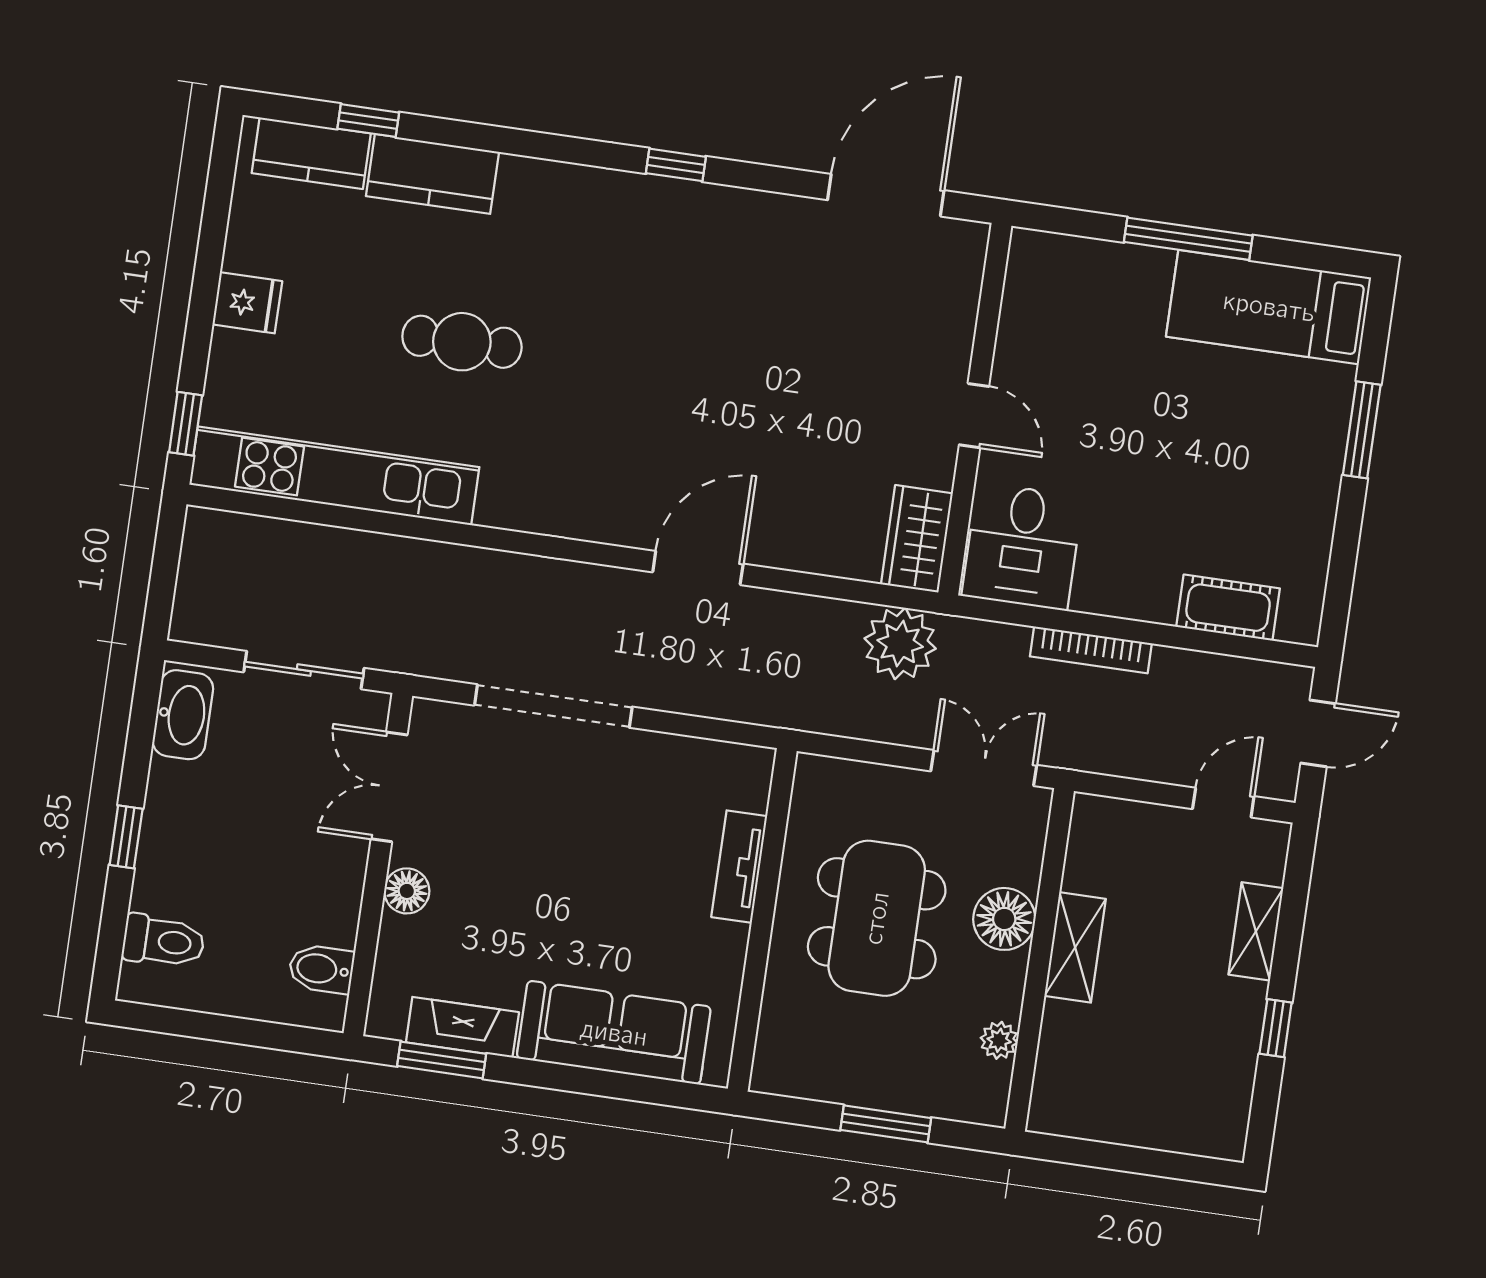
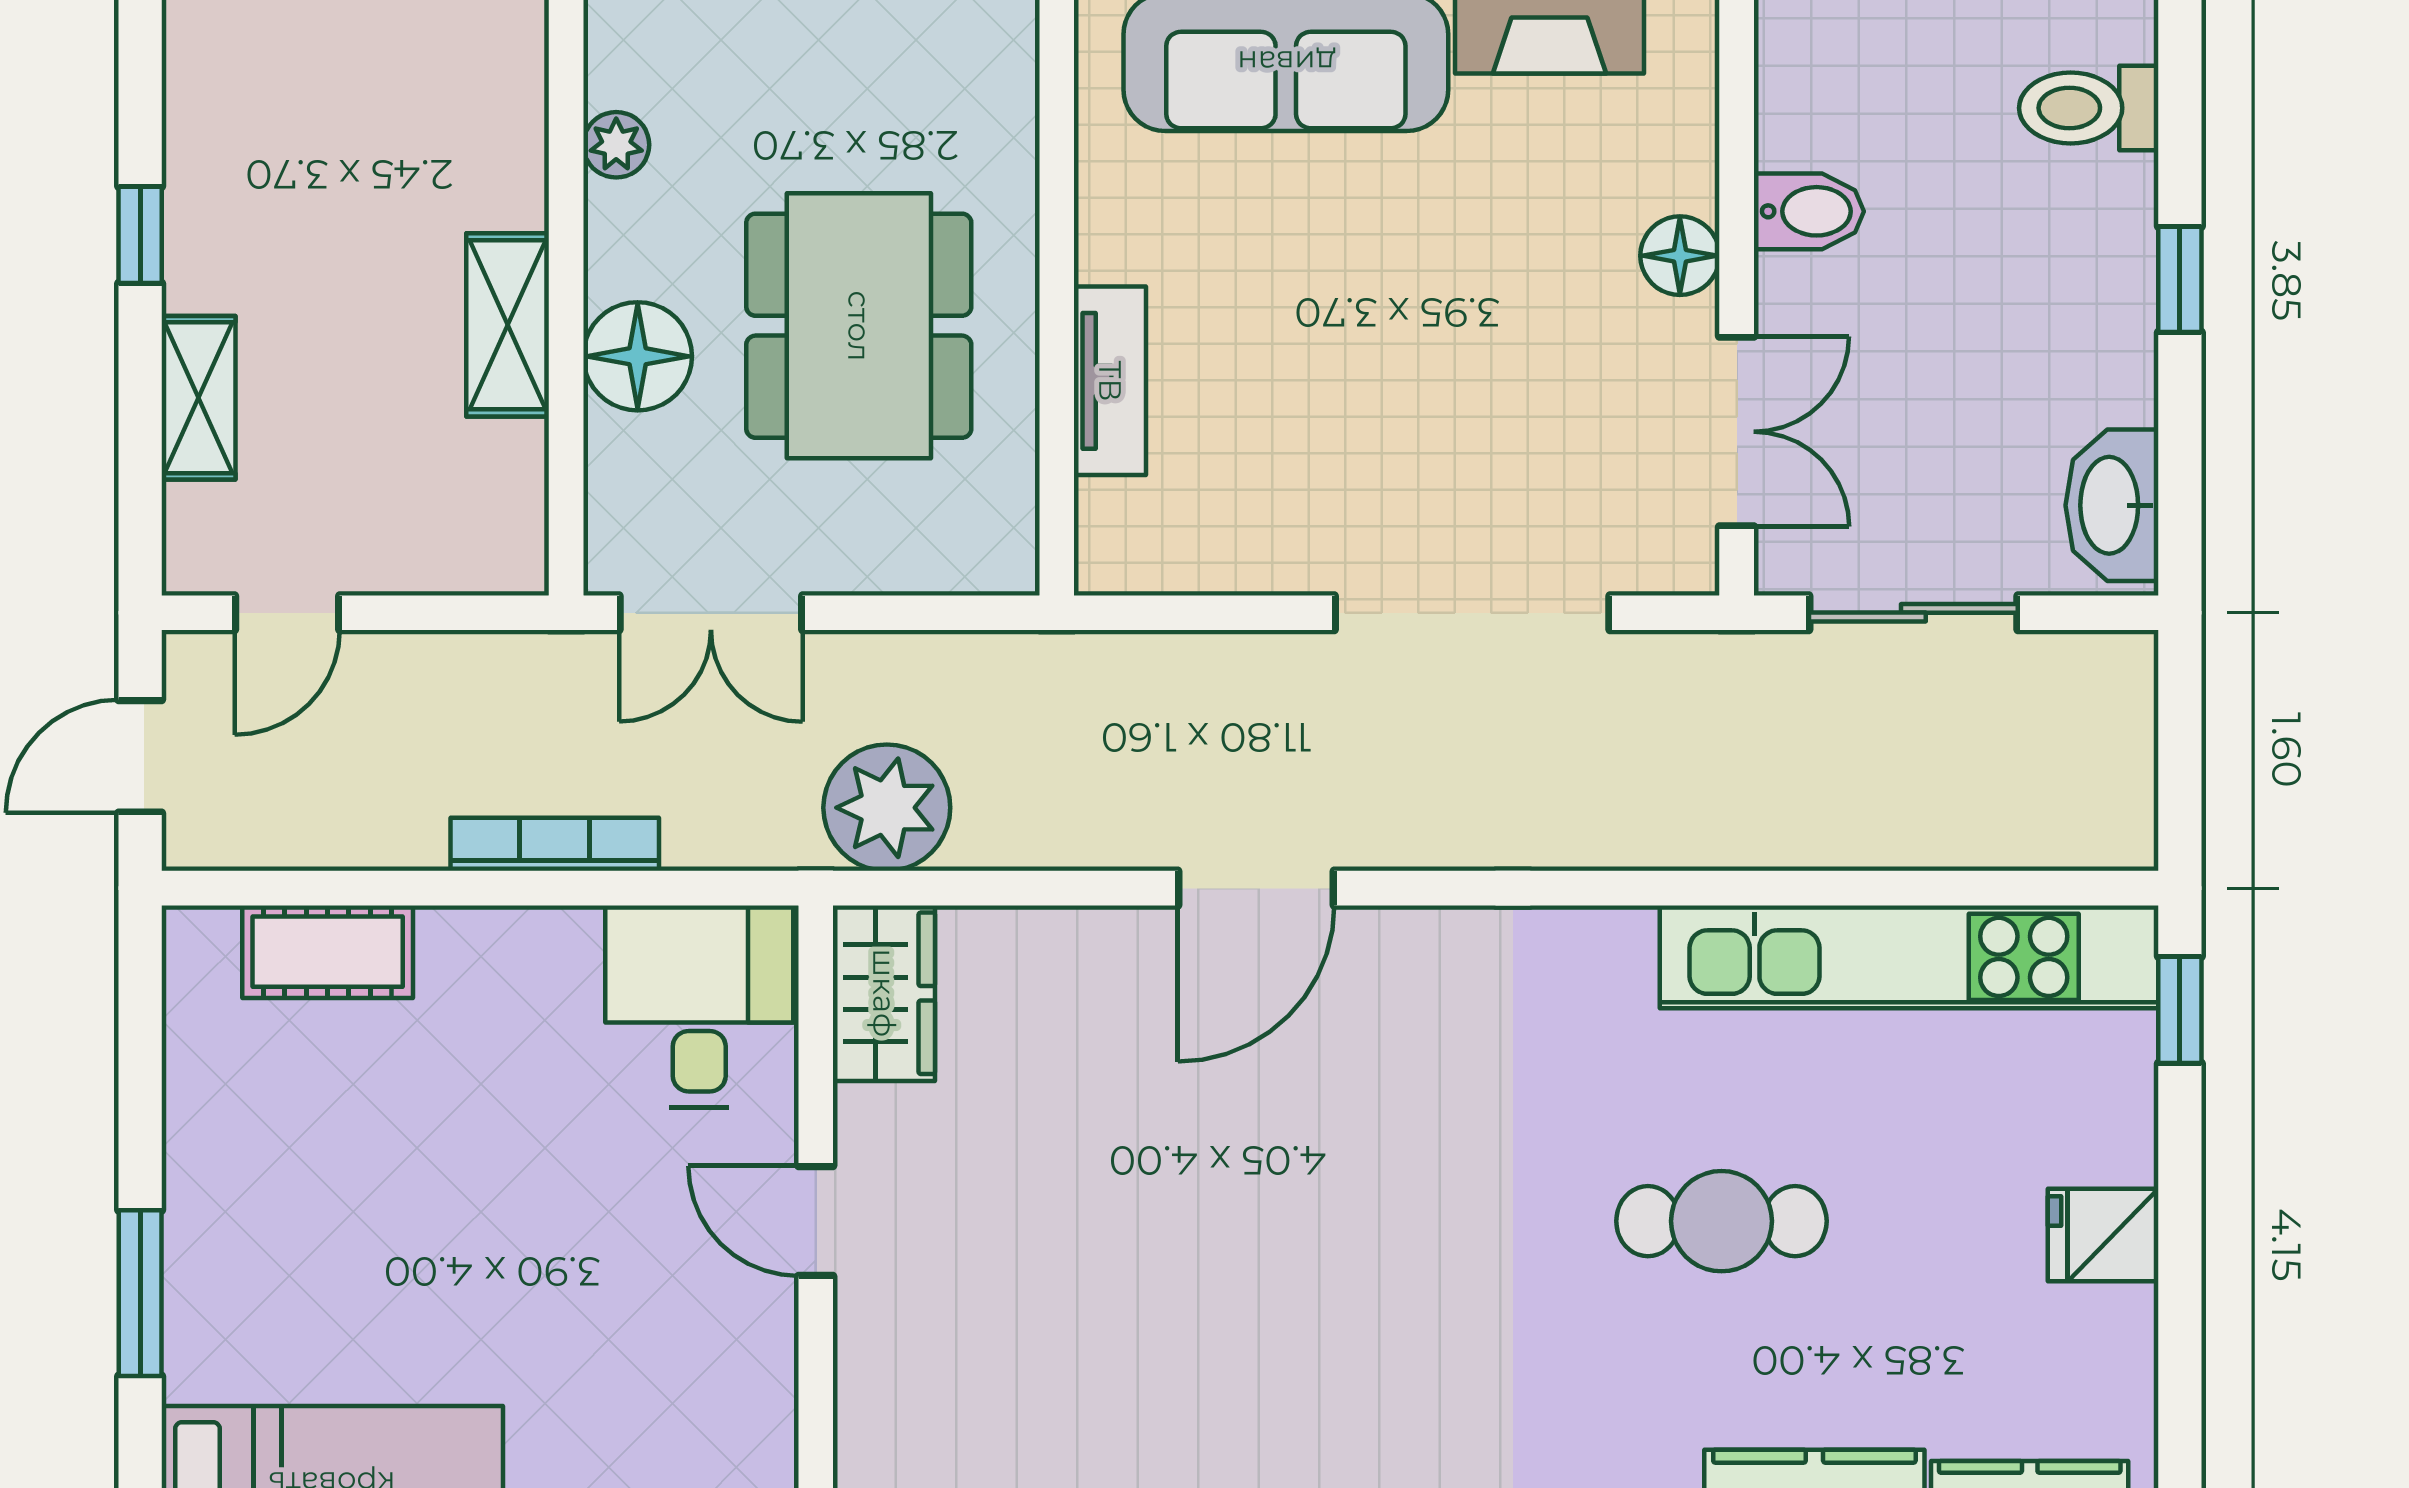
bidet: (321, 969) -> (1809, 211), moved

